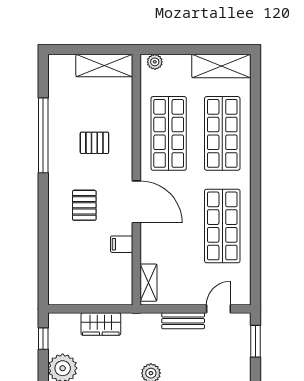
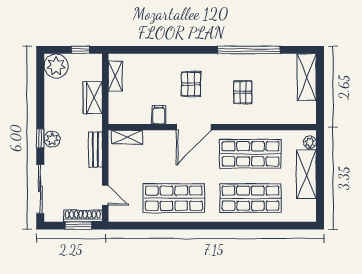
shelving: (104, 65) -> (307, 77), moved
shelving: (221, 66) -> (306, 174), moved
pallet: (84, 205) -> (191, 84), turned 90
shelving: (75, 297) -> (115, 76), added
bench: (183, 321) -> (95, 149), moved
shoe rack: (244, 336) -> (83, 216), added

